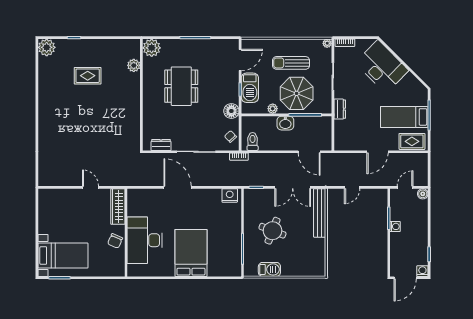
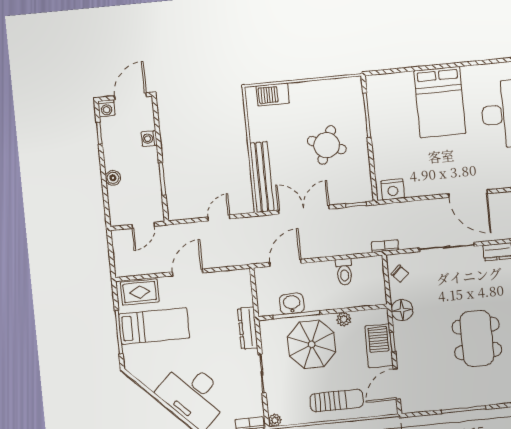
sun lounger: (291, 63) -> (337, 401), moved
dresser: (340, 109) -> (248, 328), width x1.44
washbasin: (285, 123) -> (292, 304), moved
toilet: (253, 141) -> (344, 272), moved
door: (309, 152) -> (285, 263), hinge flipped
boiler: (423, 194) -> (113, 178), moved
washing machine: (395, 226) -> (149, 139), moved
barbecue: (269, 269) -> (273, 95), moved

